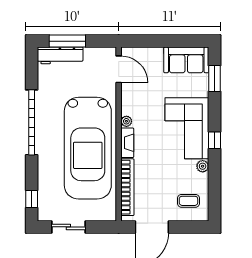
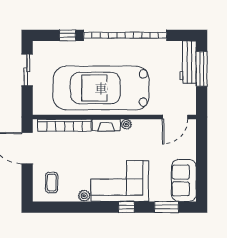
garage door: (32, 122) -> (125, 35), width x1.36
window: (215, 140) -> (126, 207), moved
window: (32, 199) -> (68, 35), moved

